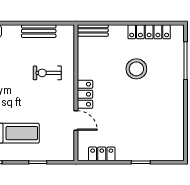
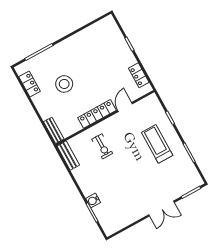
bench: (39, 31) -> (68, 156), moved
locker: (149, 32) -> (30, 84), width x0.66
locker: (85, 94) -> (97, 114), width x1.53

